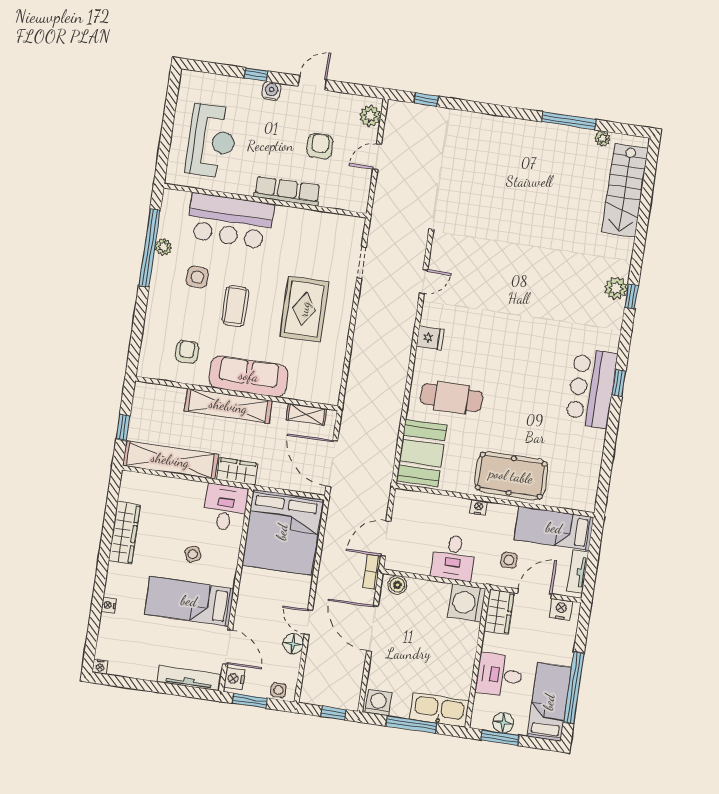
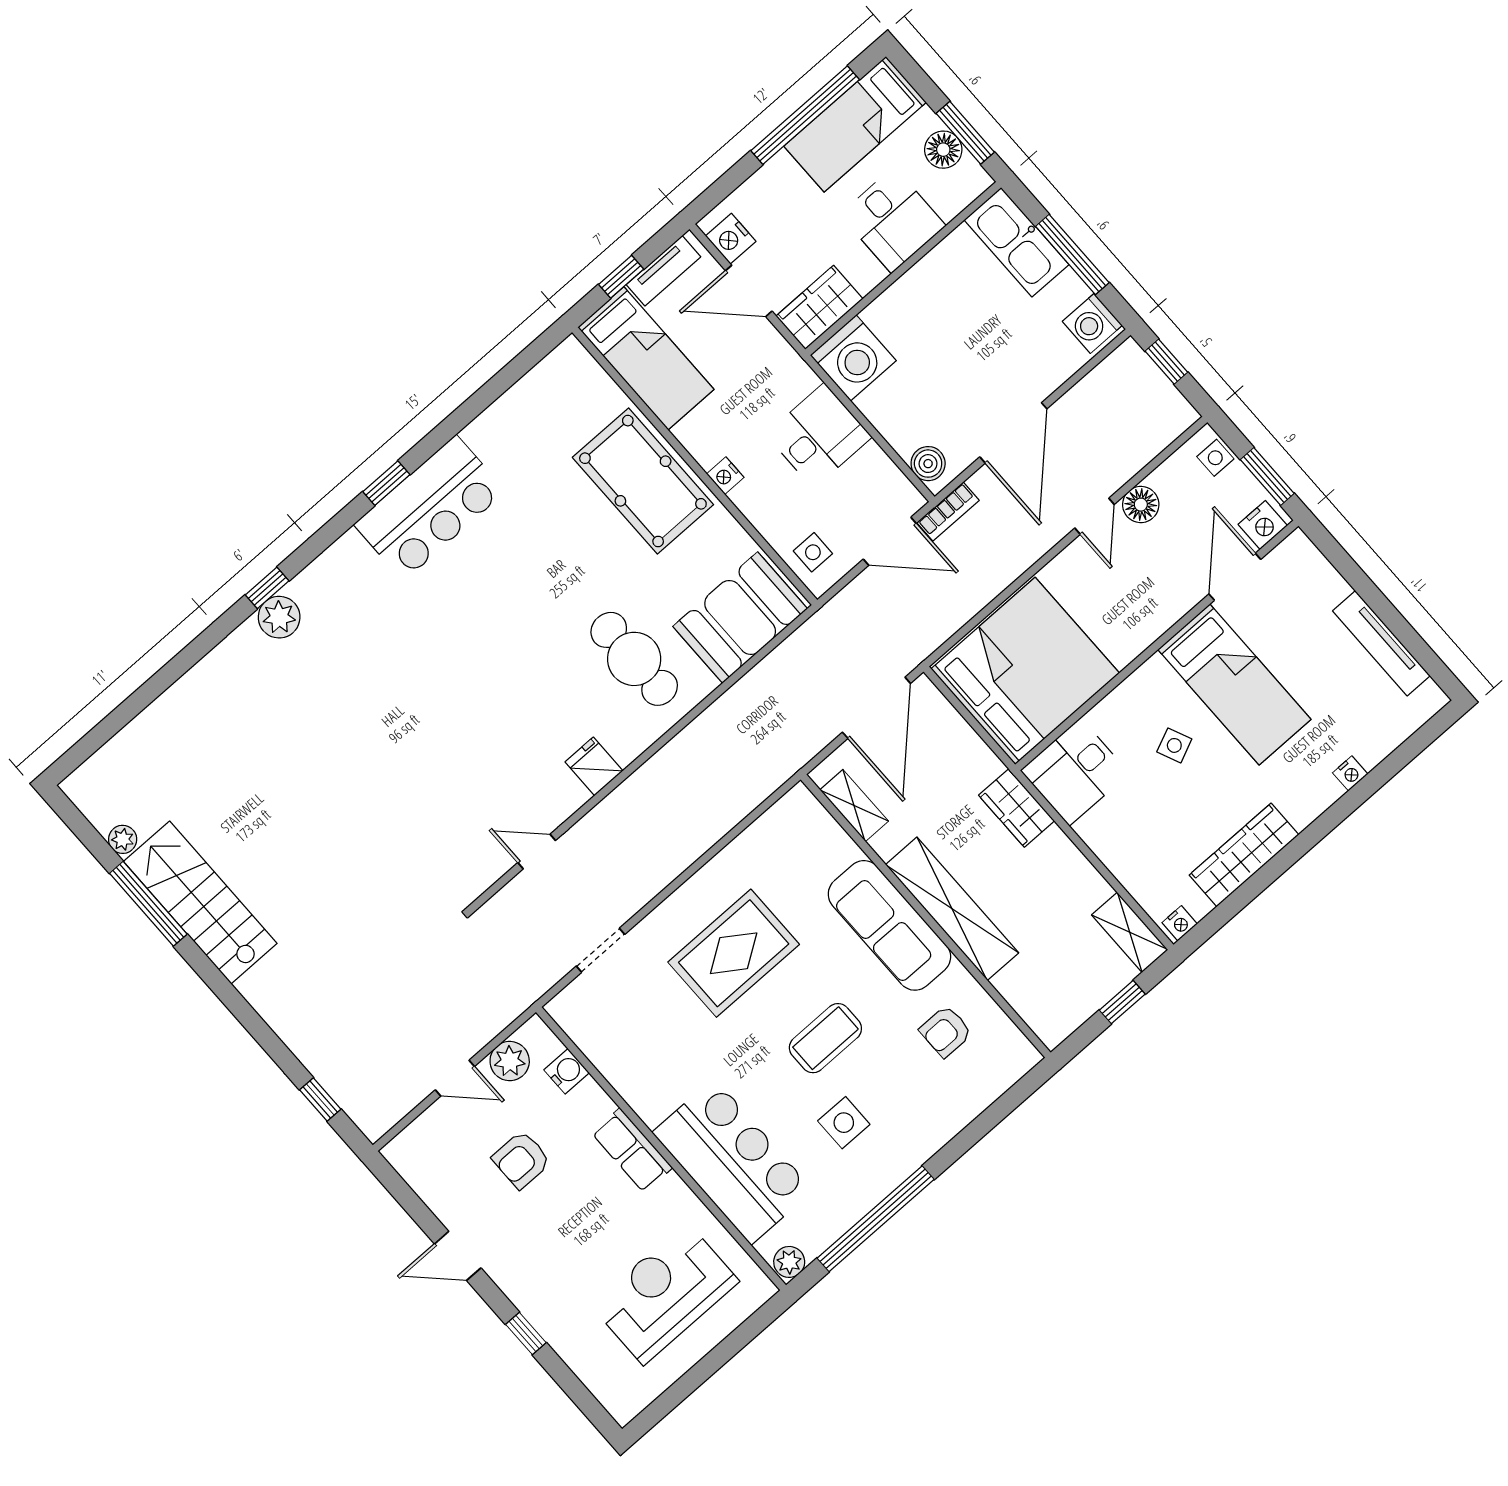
water cooler: (271, 91) -> (567, 1071), moved, turned 180
plant: (370, 116) -> (510, 1061), moved
stairs: (625, 190) -> (200, 902), moved, turned -90
row of seats: (287, 191) -> (632, 1150), width x0.68
plant: (163, 247) -> (789, 1262), moved
shelving: (170, 460) -> (1130, 932), width x0.45, depth x0.75
window: (593, 554) -> (621, 277), added
side table: (509, 560) -> (813, 552), moved
nightstand: (100, 667) -> (1180, 923), moved, turned 90
tv unit: (189, 678) -> (1381, 643), moved

